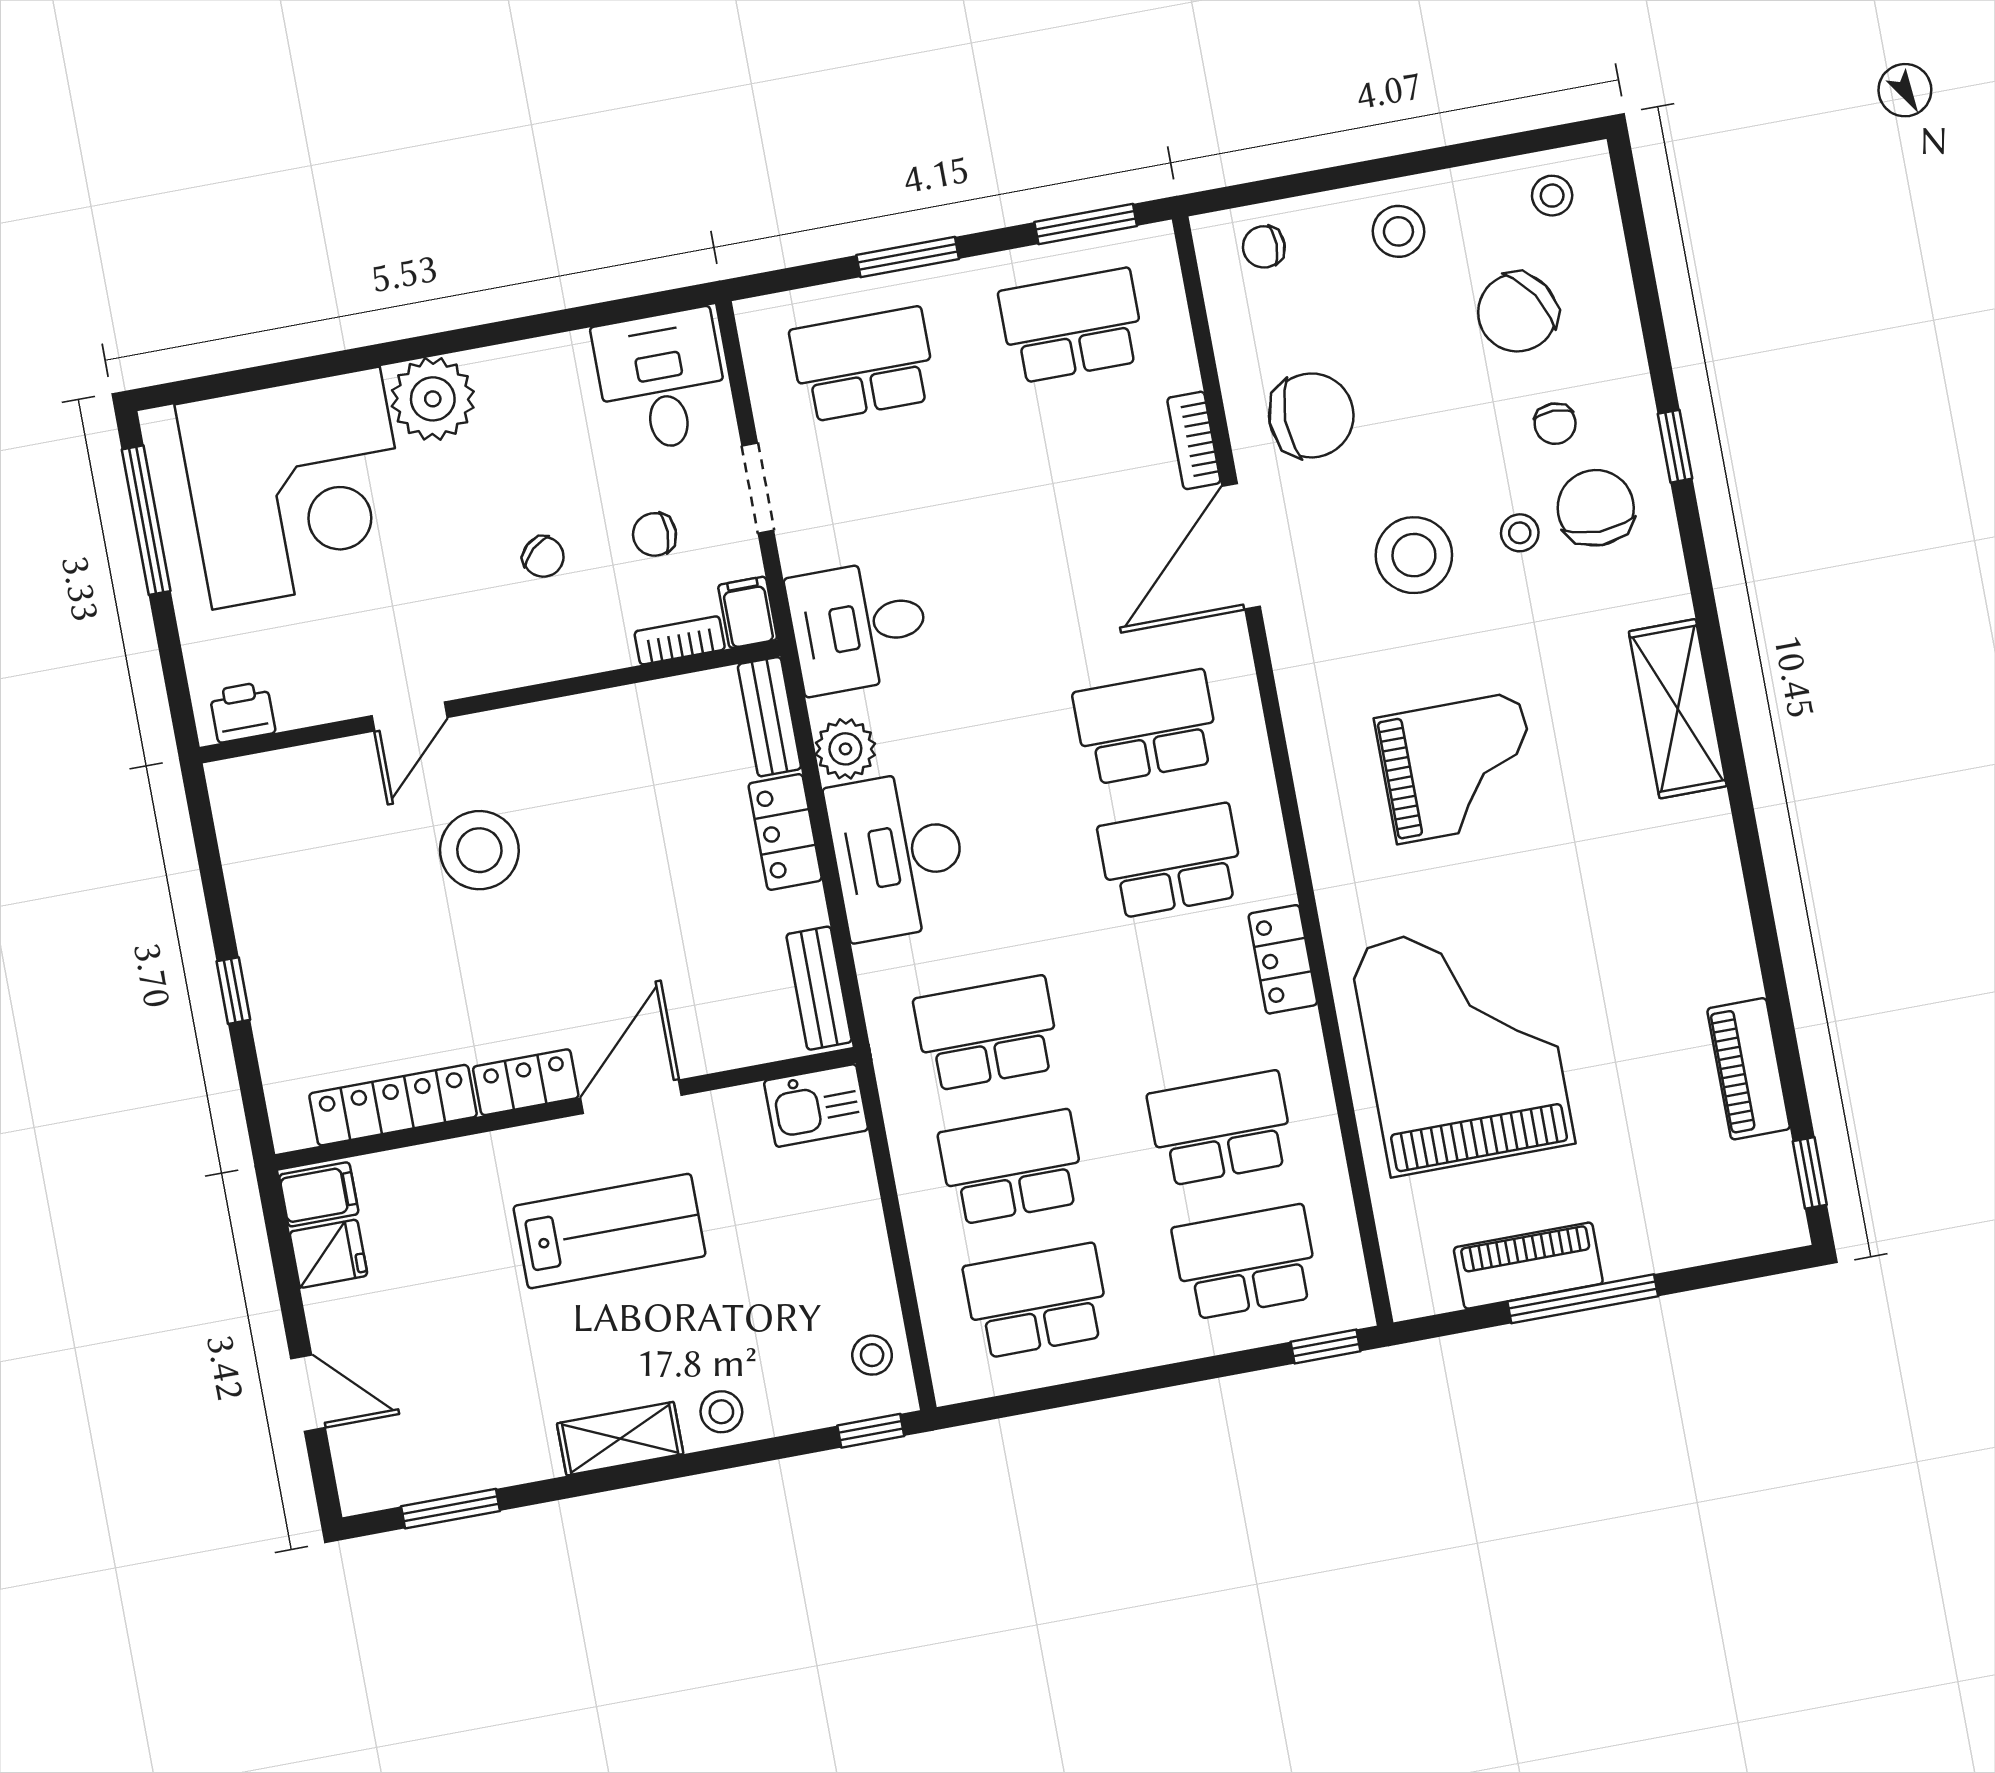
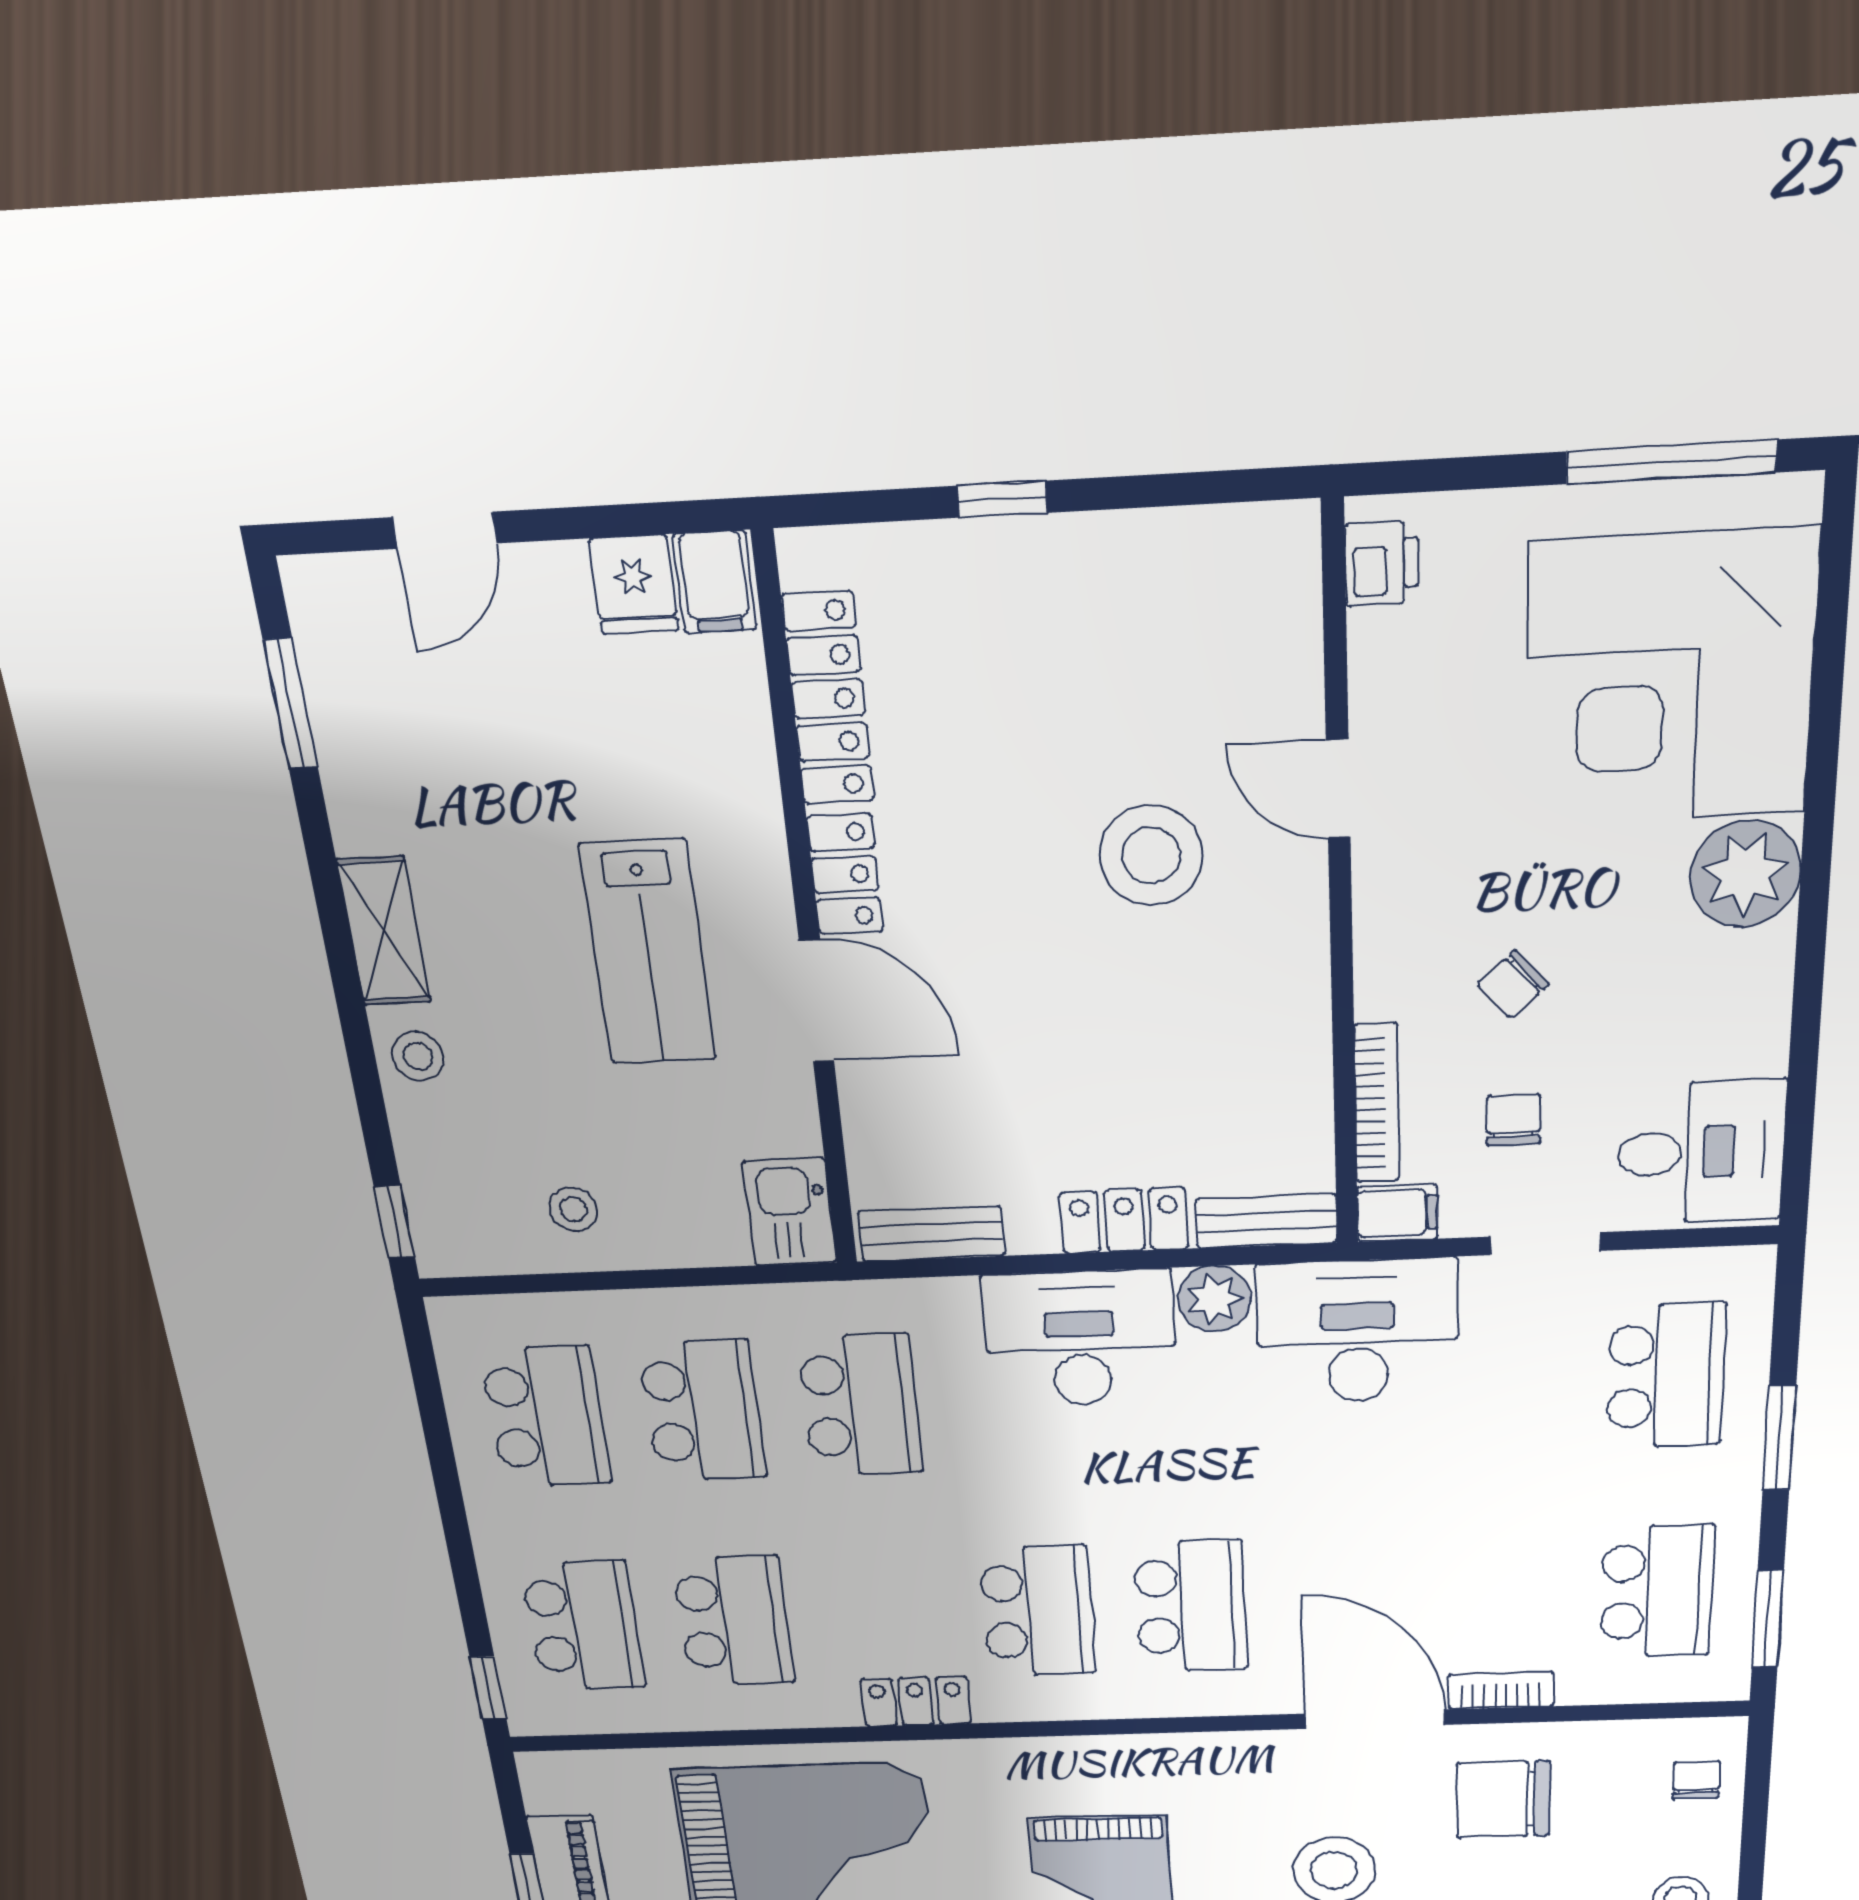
chair: (1311, 415) -> (1503, 1800), turned 90
desk: (859, 627) -> (1357, 1332), width x1.37
bookcase: (680, 640) -> (1377, 1103), width x1.56
stool: (872, 1355) -> (573, 1209), moved

